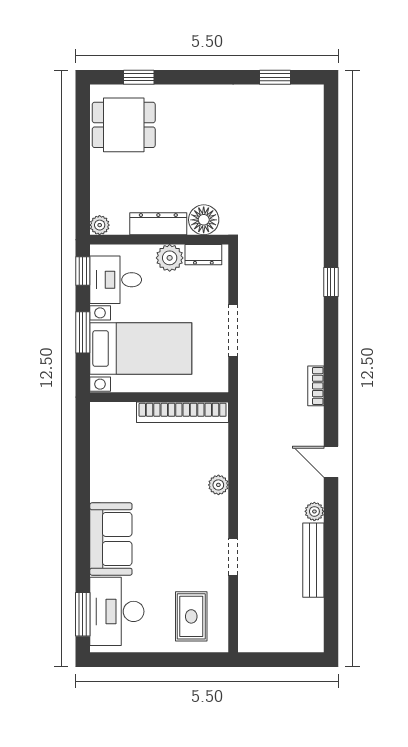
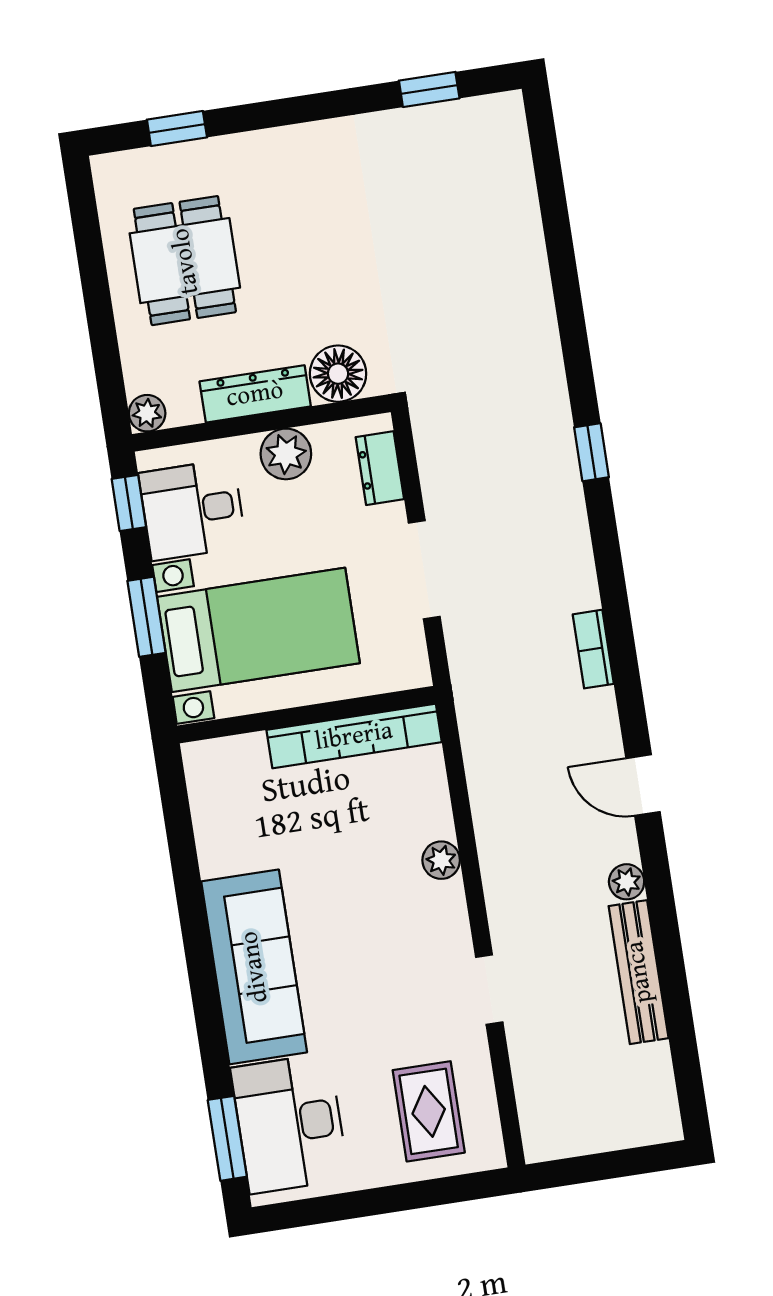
dining table: (124, 125) -> (185, 261), moved, turned 90
dresser: (203, 255) -> (380, 468), moved, turned 90
sofa: (111, 539) -> (254, 967), width x1.36

